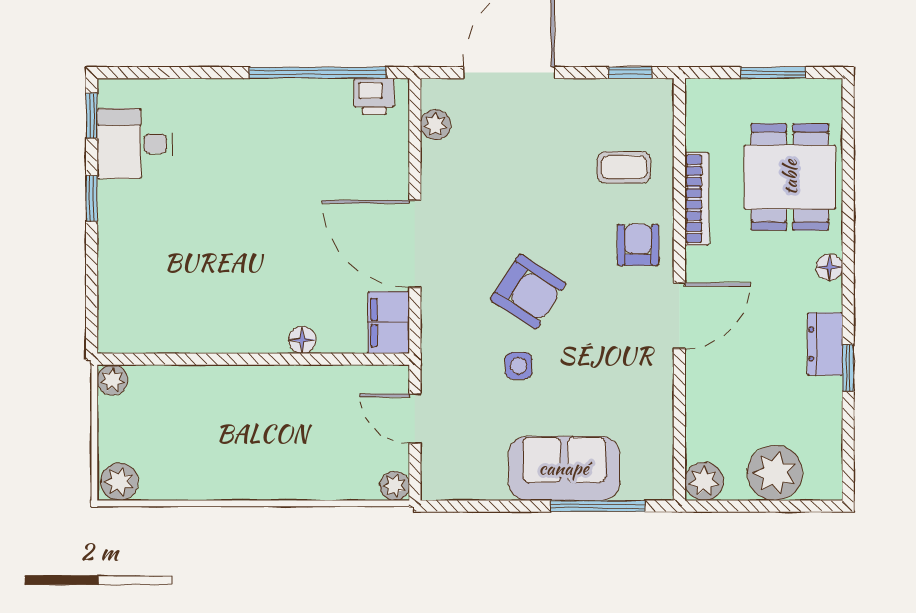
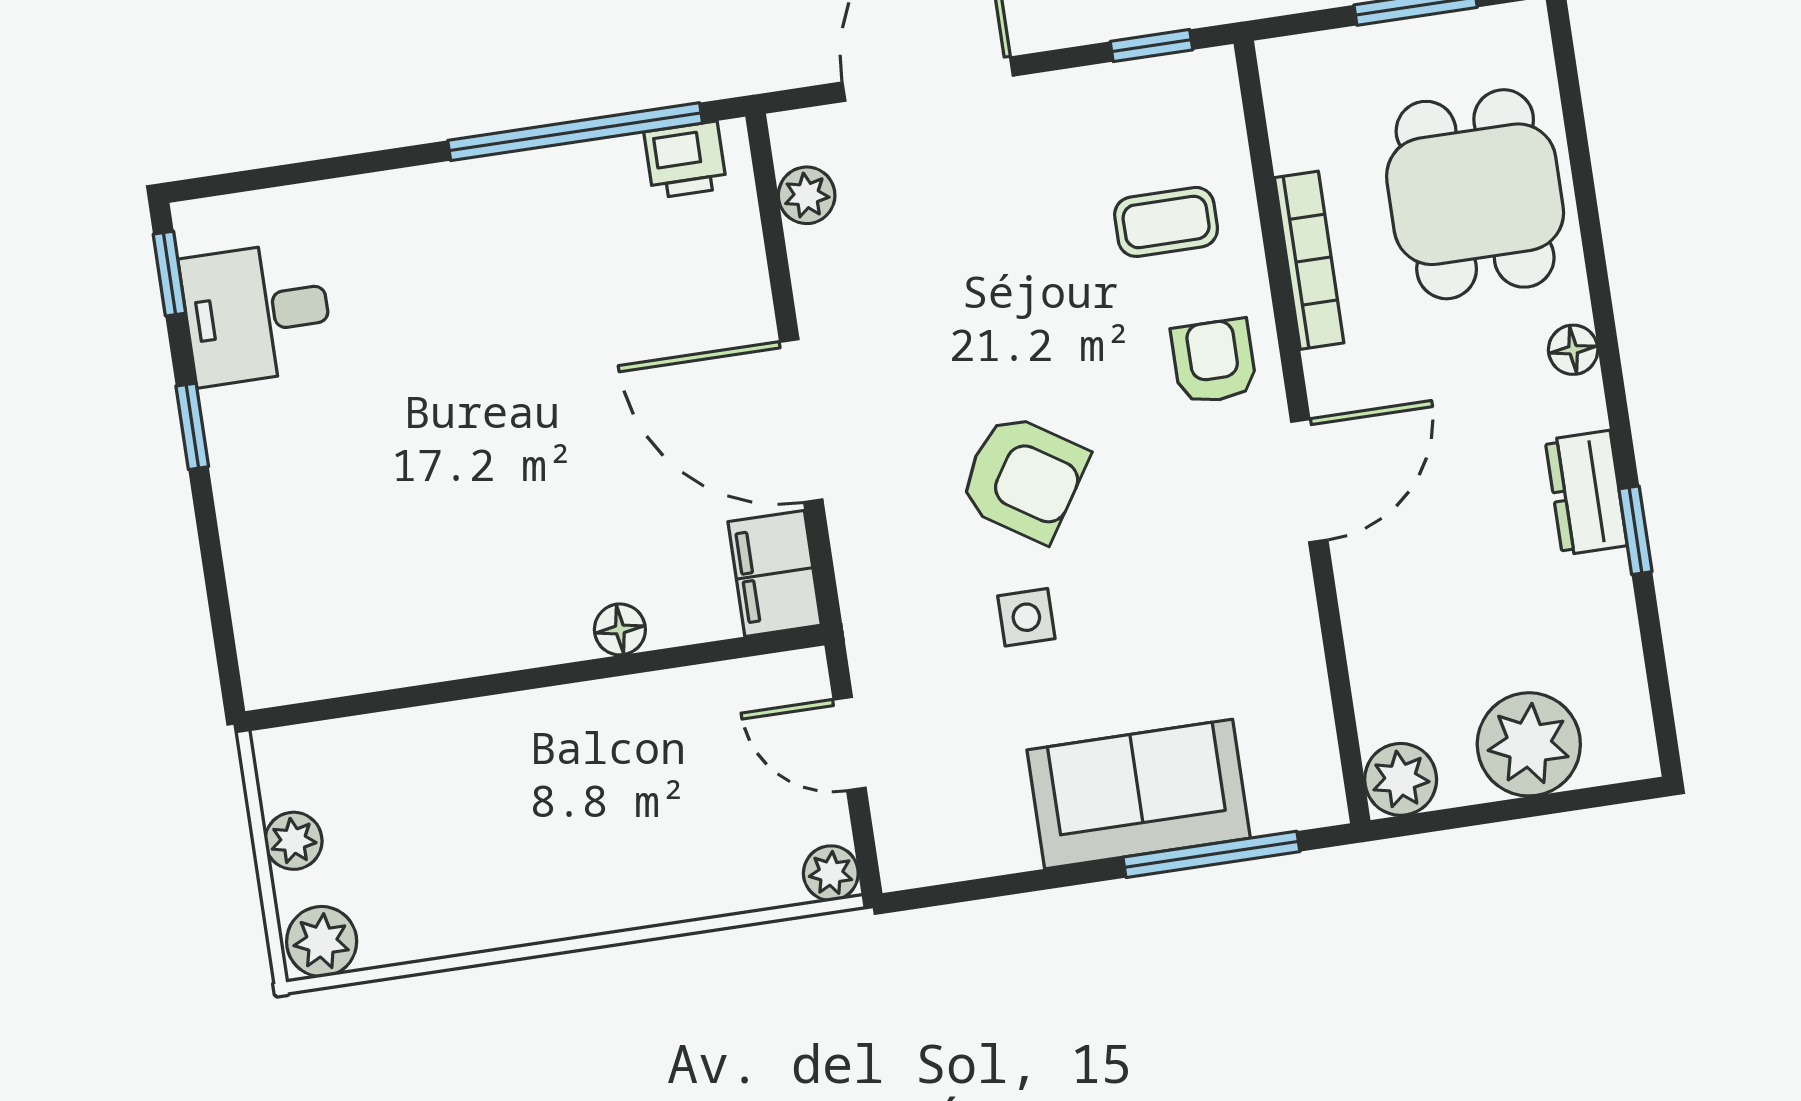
plant: (112, 380) -> (294, 841), moved

